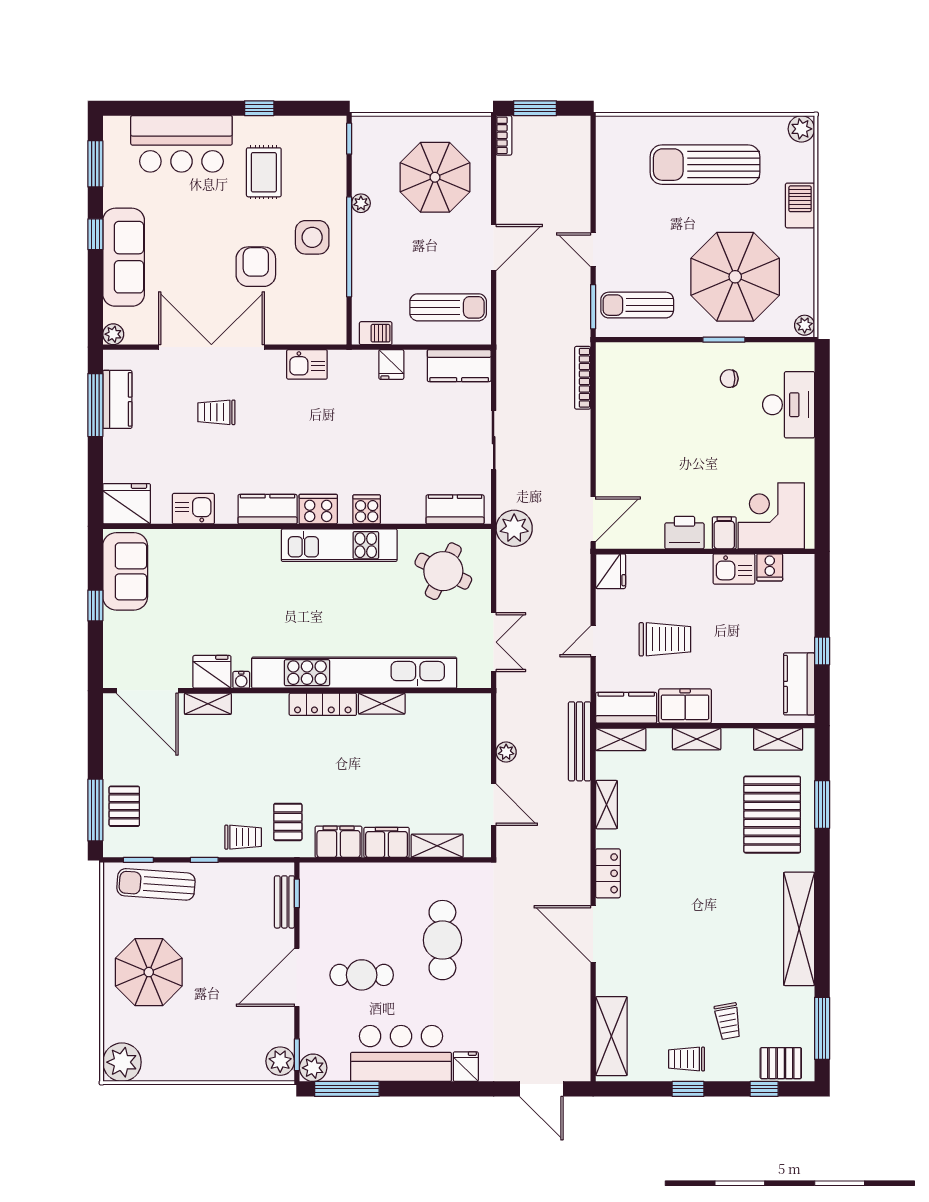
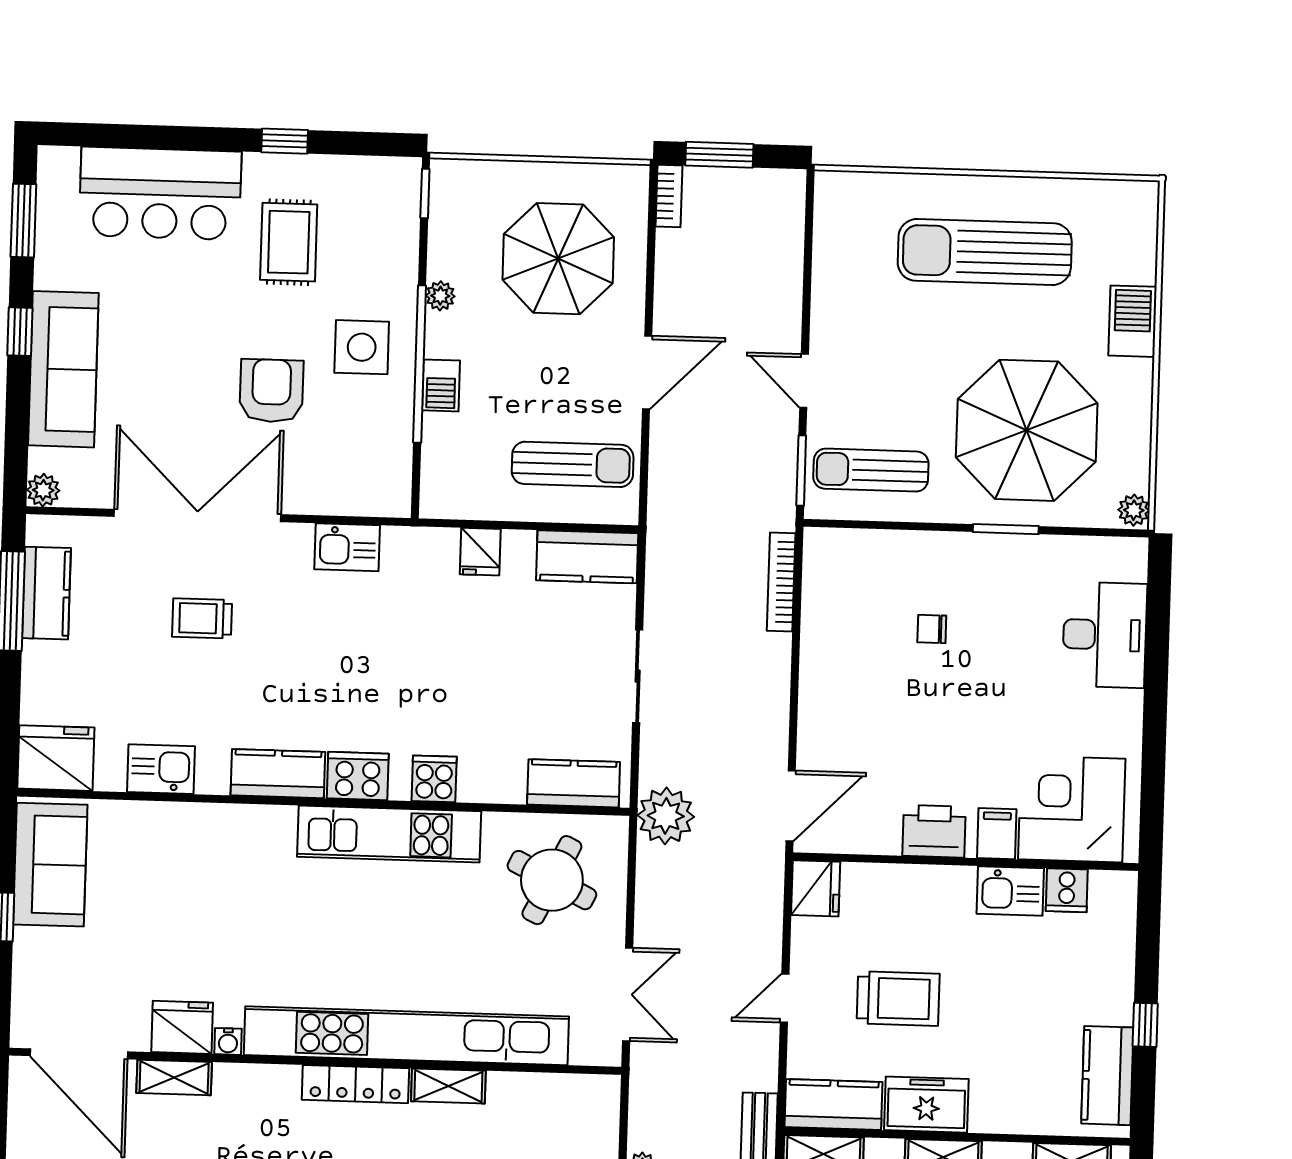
plant: (801, 129) -> (1138, 201), removed
barbecue: (376, 333) -> (441, 385), moved, turned 90
chair: (729, 379) -> (932, 629), moved

